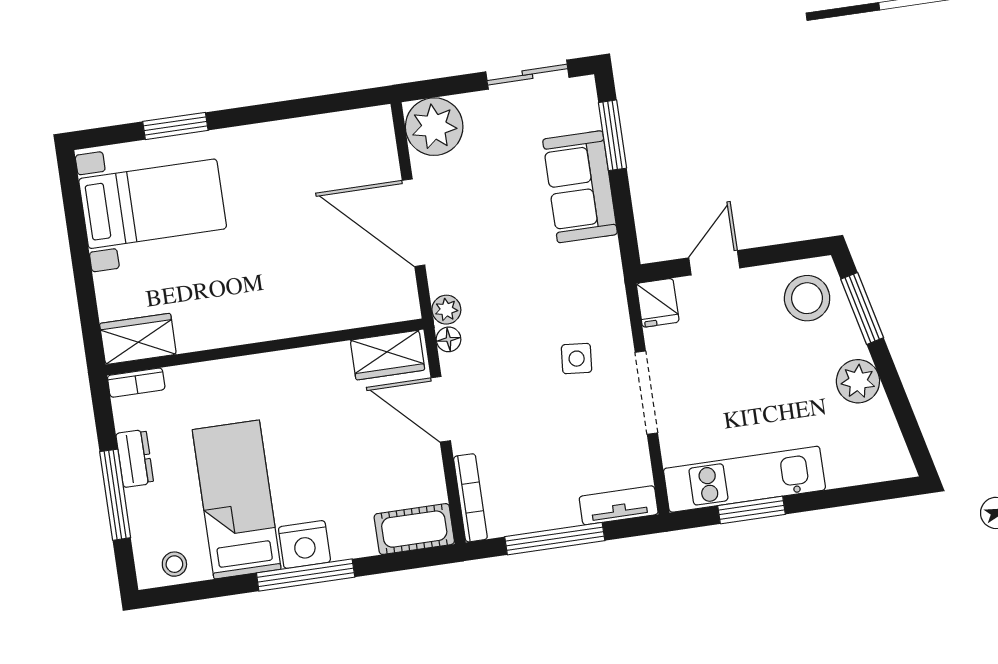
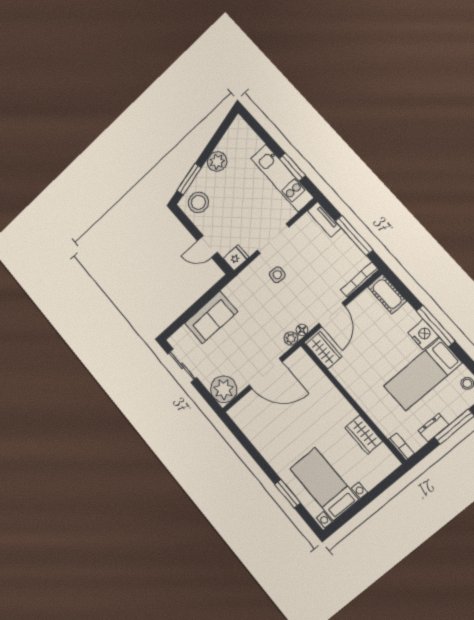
window: (613, 135) -> (184, 318), removed
door: (414, 223) -> (265, 374), hinge flipped
wardrobe: (138, 339) -> (364, 435), moved

